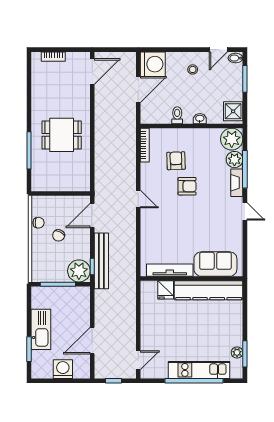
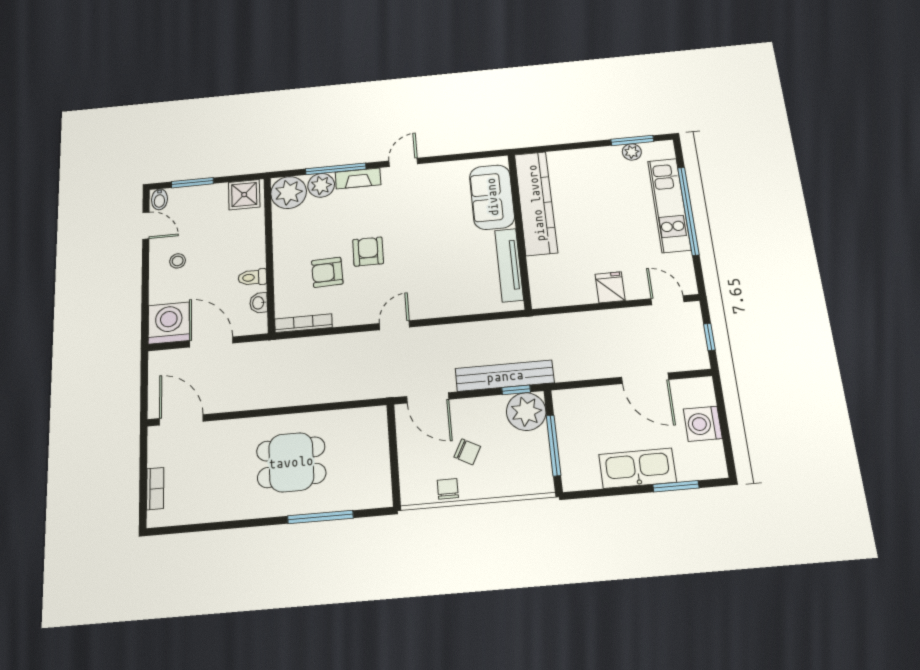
washbasin: (200, 119) -> (259, 303), moved
dining table: (62, 135) -> (291, 462), turned 90
fridge: (166, 290) -> (610, 287), moved, turned -90

